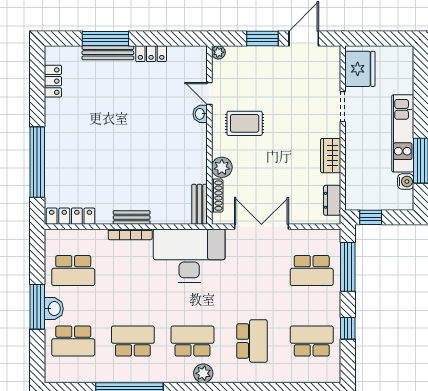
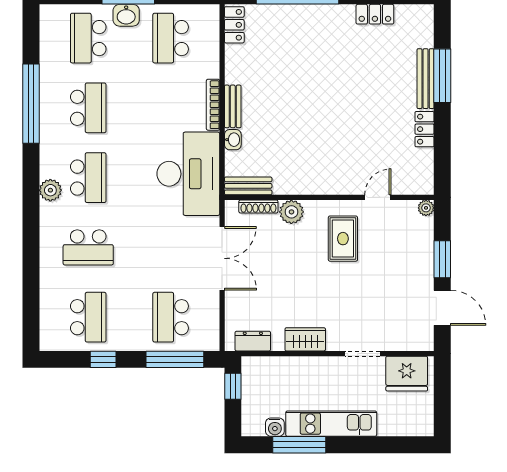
locker: (53, 81) -> (375, 14), moved
washbasin: (200, 114) -> (233, 140), moved, turned 90
locker: (71, 216) -> (234, 25), width x0.66

